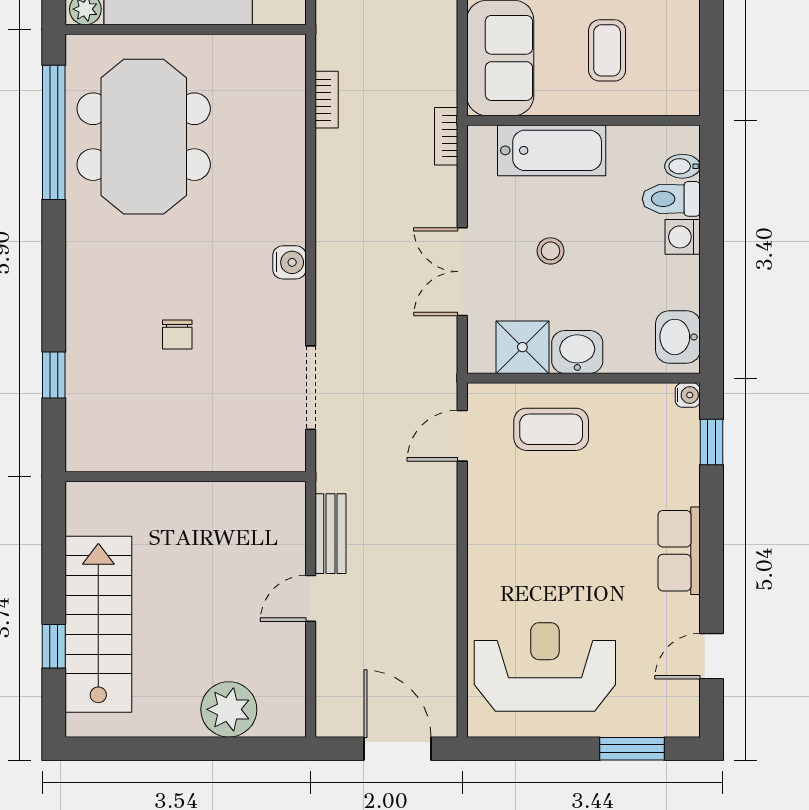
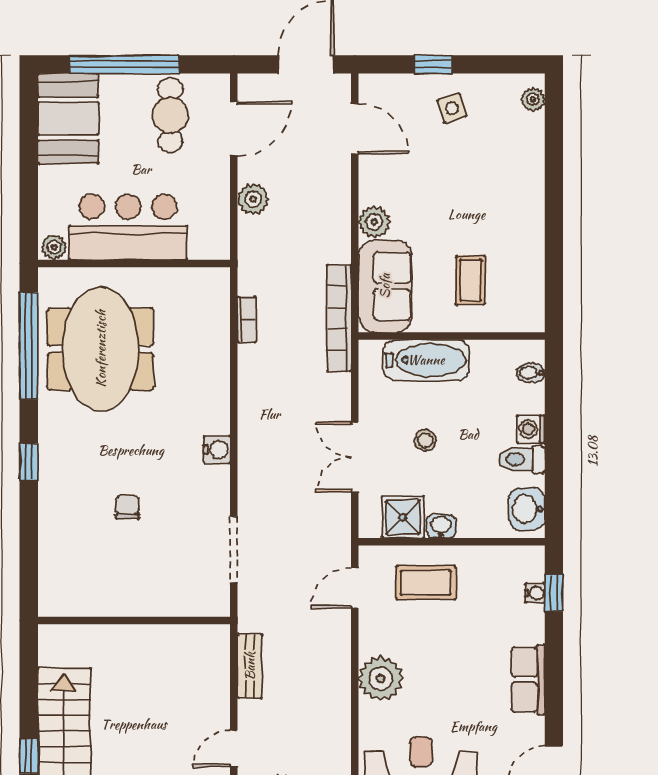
bookcase: (446, 136) -> (339, 318), width x2.31, depth x1.31
toilet: (671, 199) -> (522, 460), moved
chair: (177, 335) -> (127, 507), turned 180
washbasin: (577, 352) -> (441, 526), width x0.72, depth x0.69
window: (54, 375) -> (29, 461), moved
water cooler: (688, 395) -> (535, 593), moved
plant: (495, 549) -> (381, 679), added
door: (311, 598) -> (234, 749), moved

